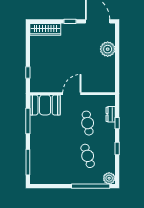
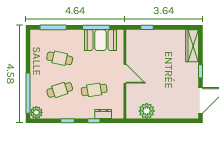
plant: (108, 49) -> (147, 111), moved
booth: (45, 105) -> (100, 40), moved, turned 90
cafe table: (57, 156) -> (60, 58), added

